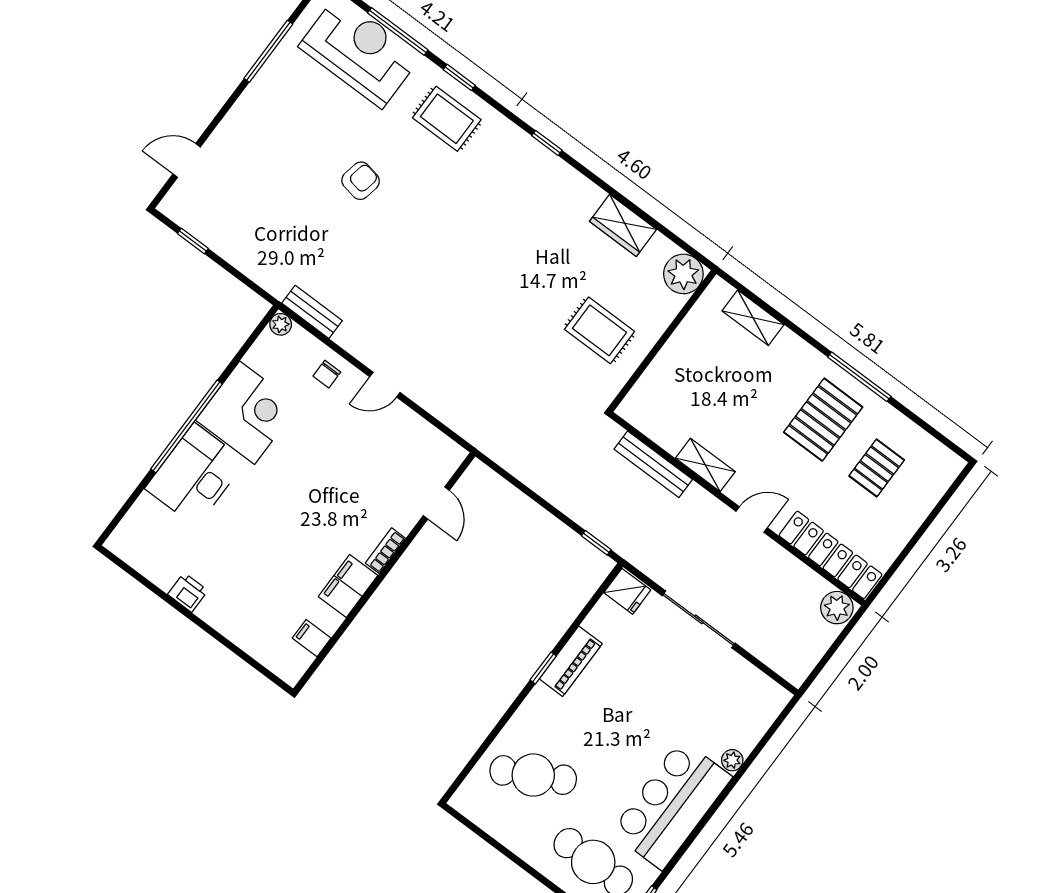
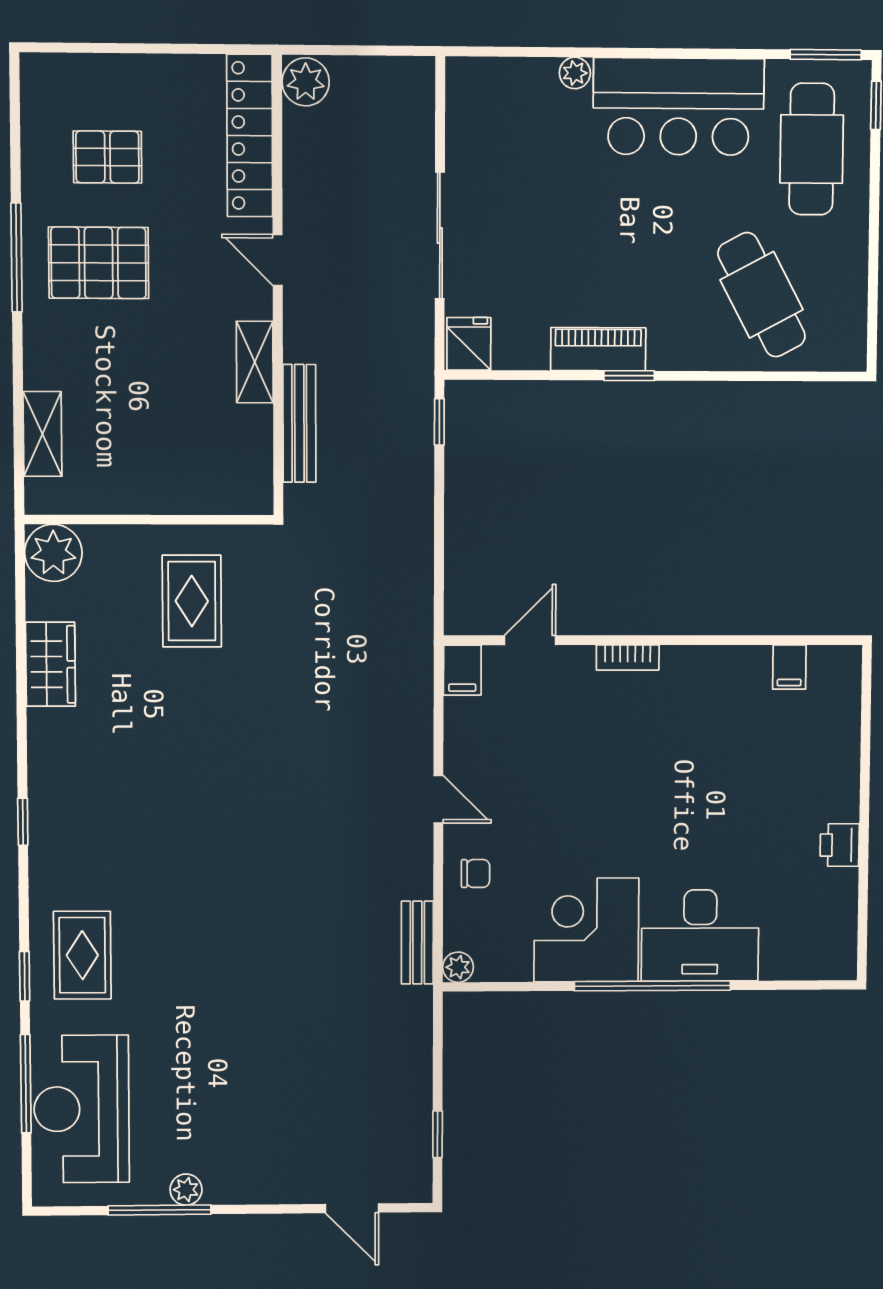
plant: (269, 75) -> (186, 1190), added
armchair: (361, 181) -> (227, 999), removed
filing cabinet: (348, 586) -> (462, 670), moved, width x0.50

